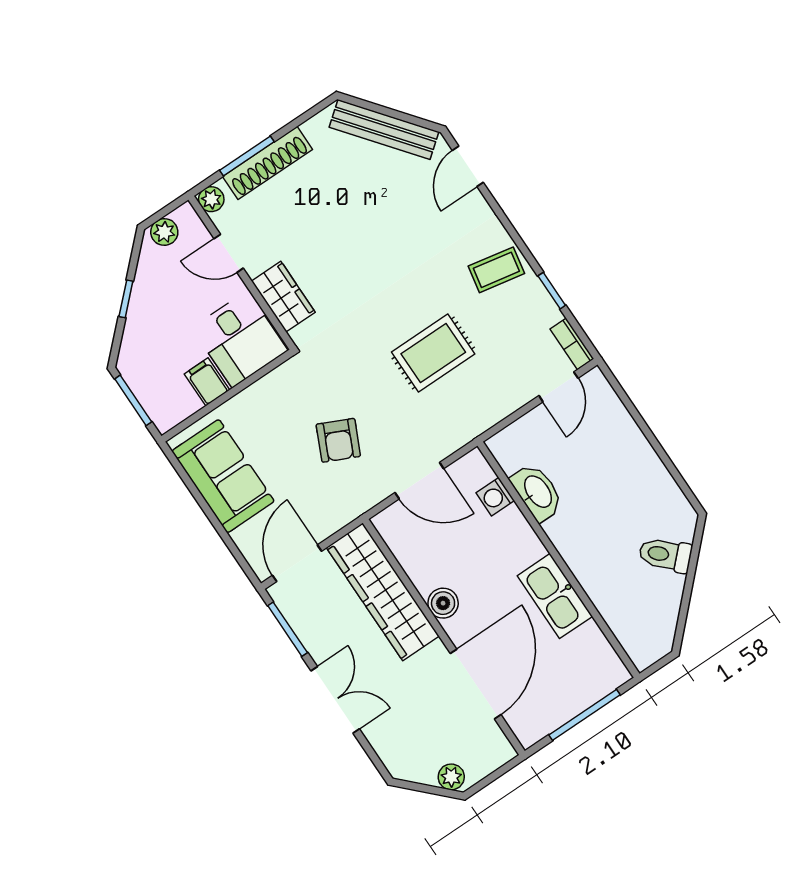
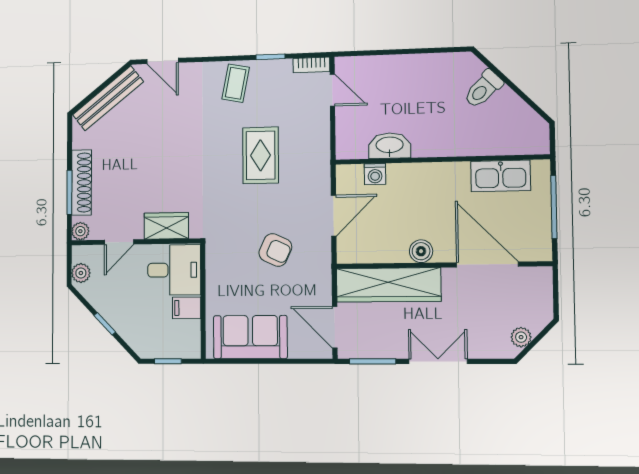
window: (133, 400) -> (168, 361), width x0.67
kitchen sink: (555, 596) -> (501, 176), moved
plant: (451, 777) -> (521, 337), moved

